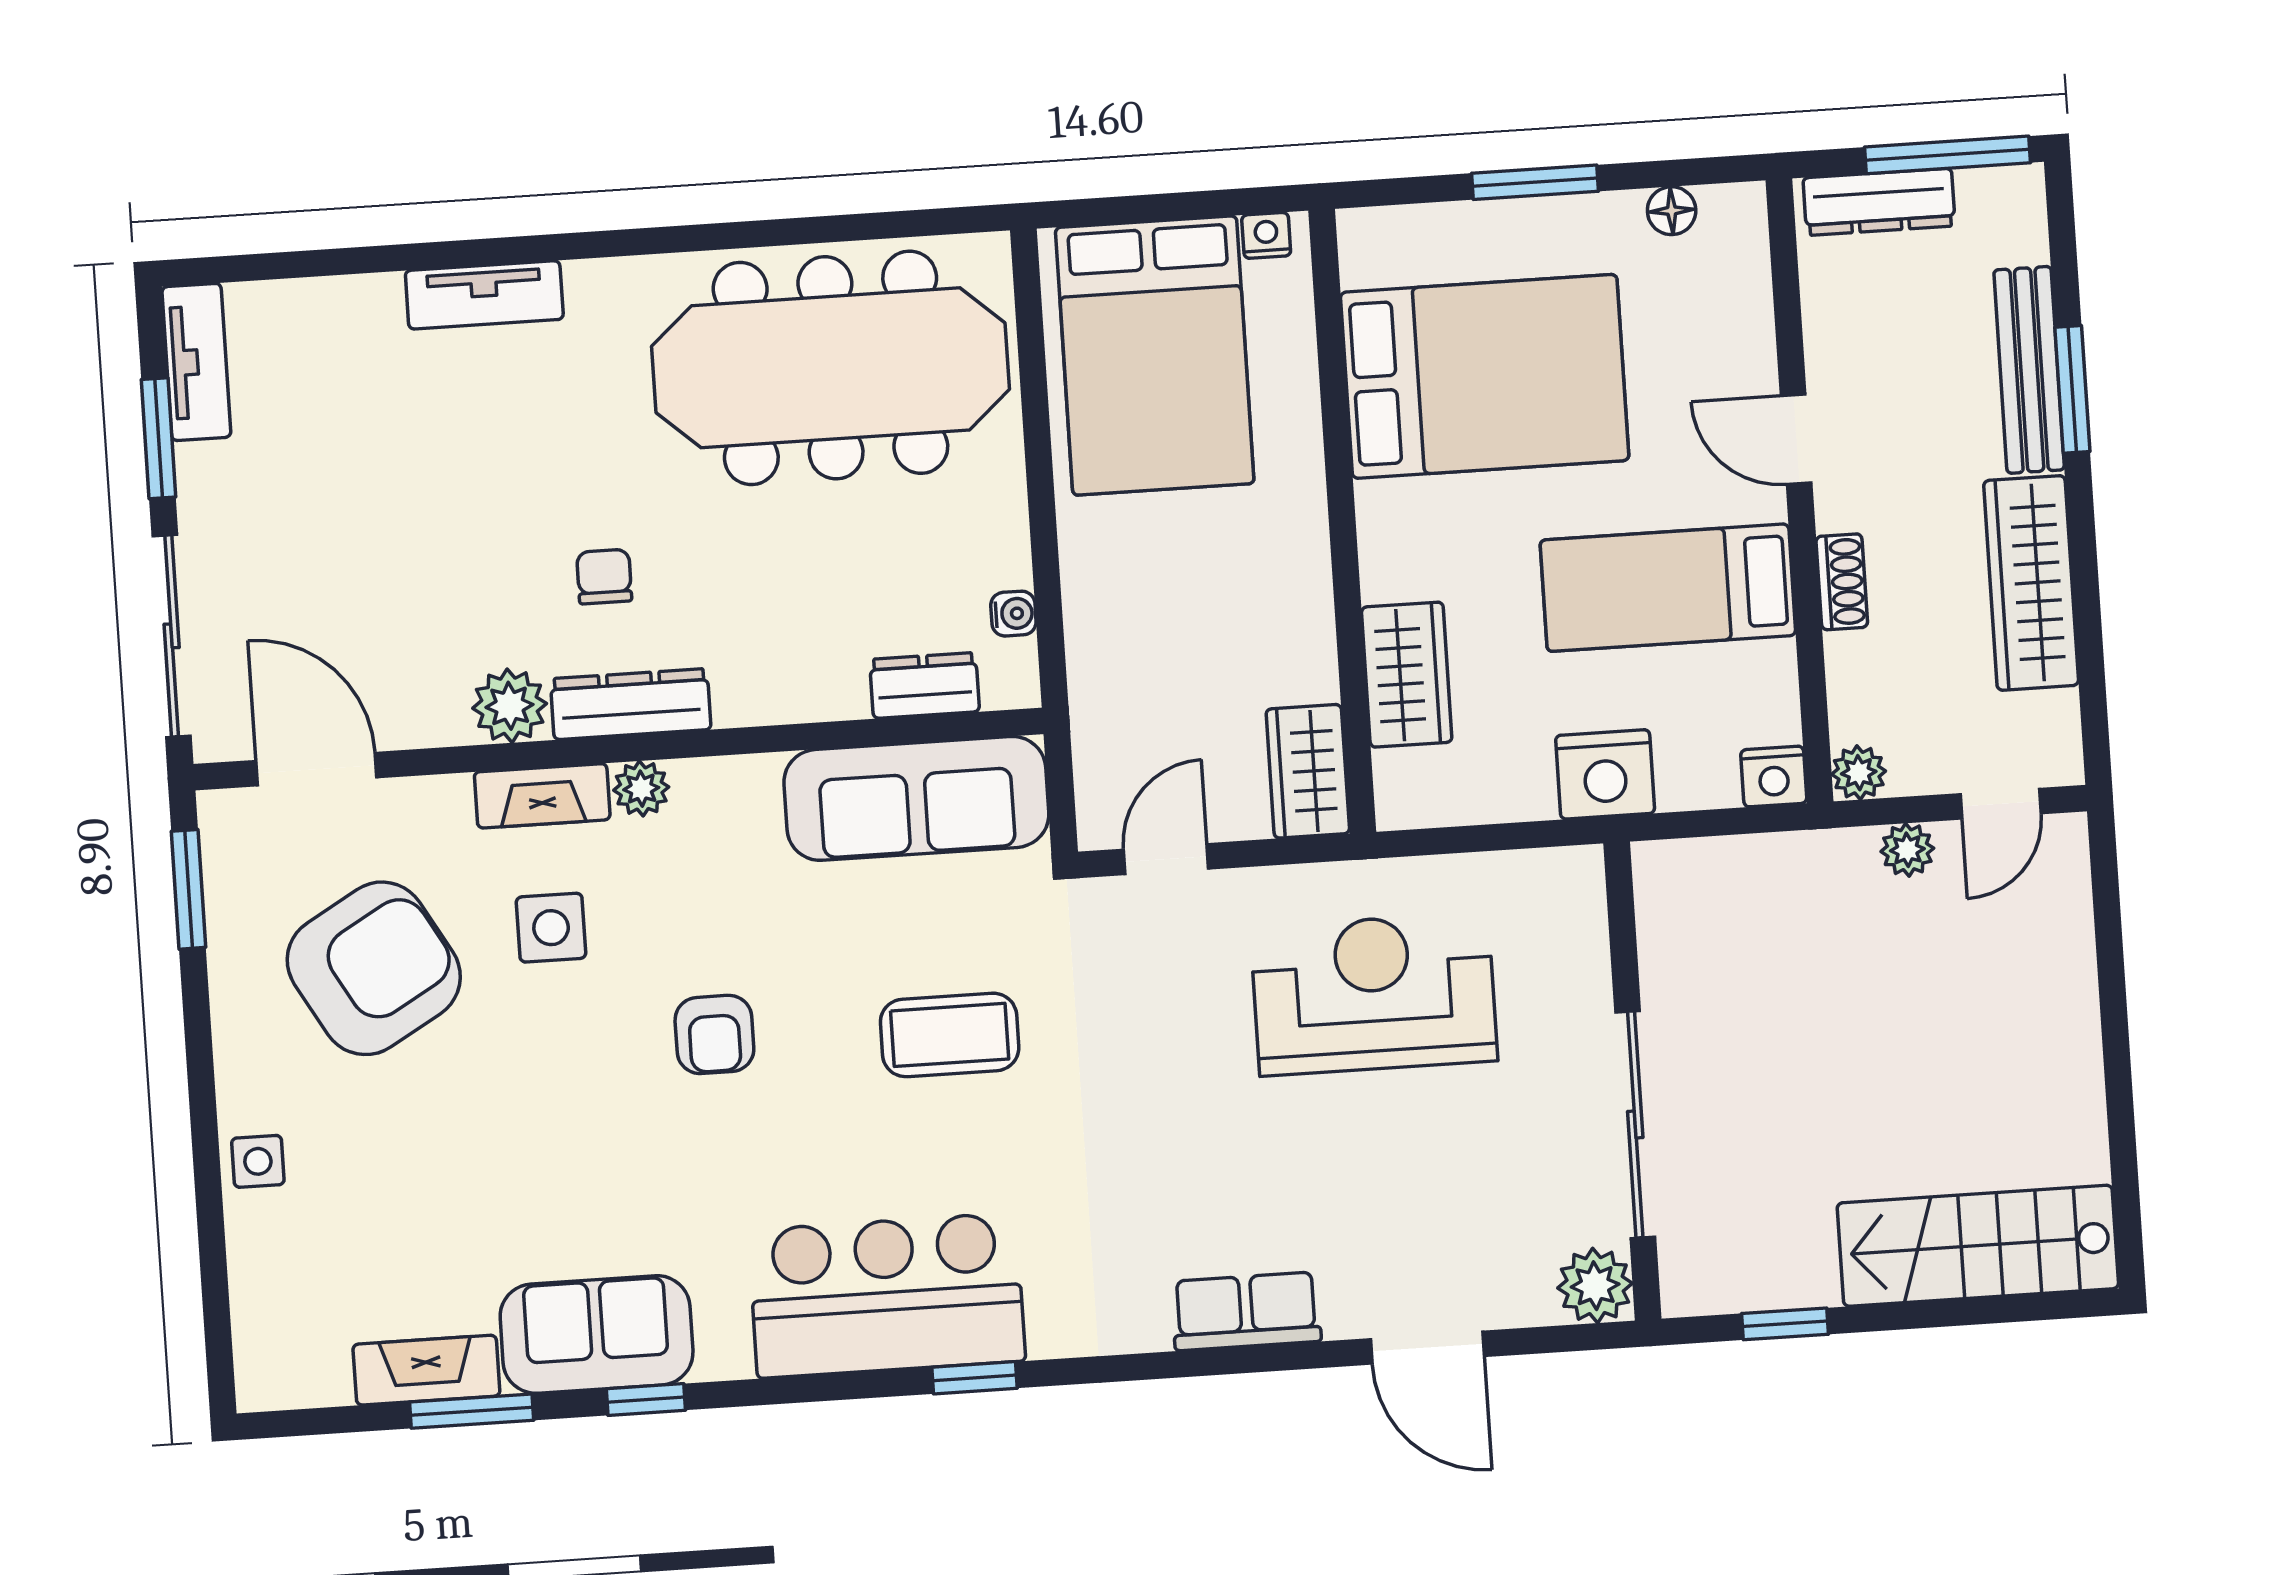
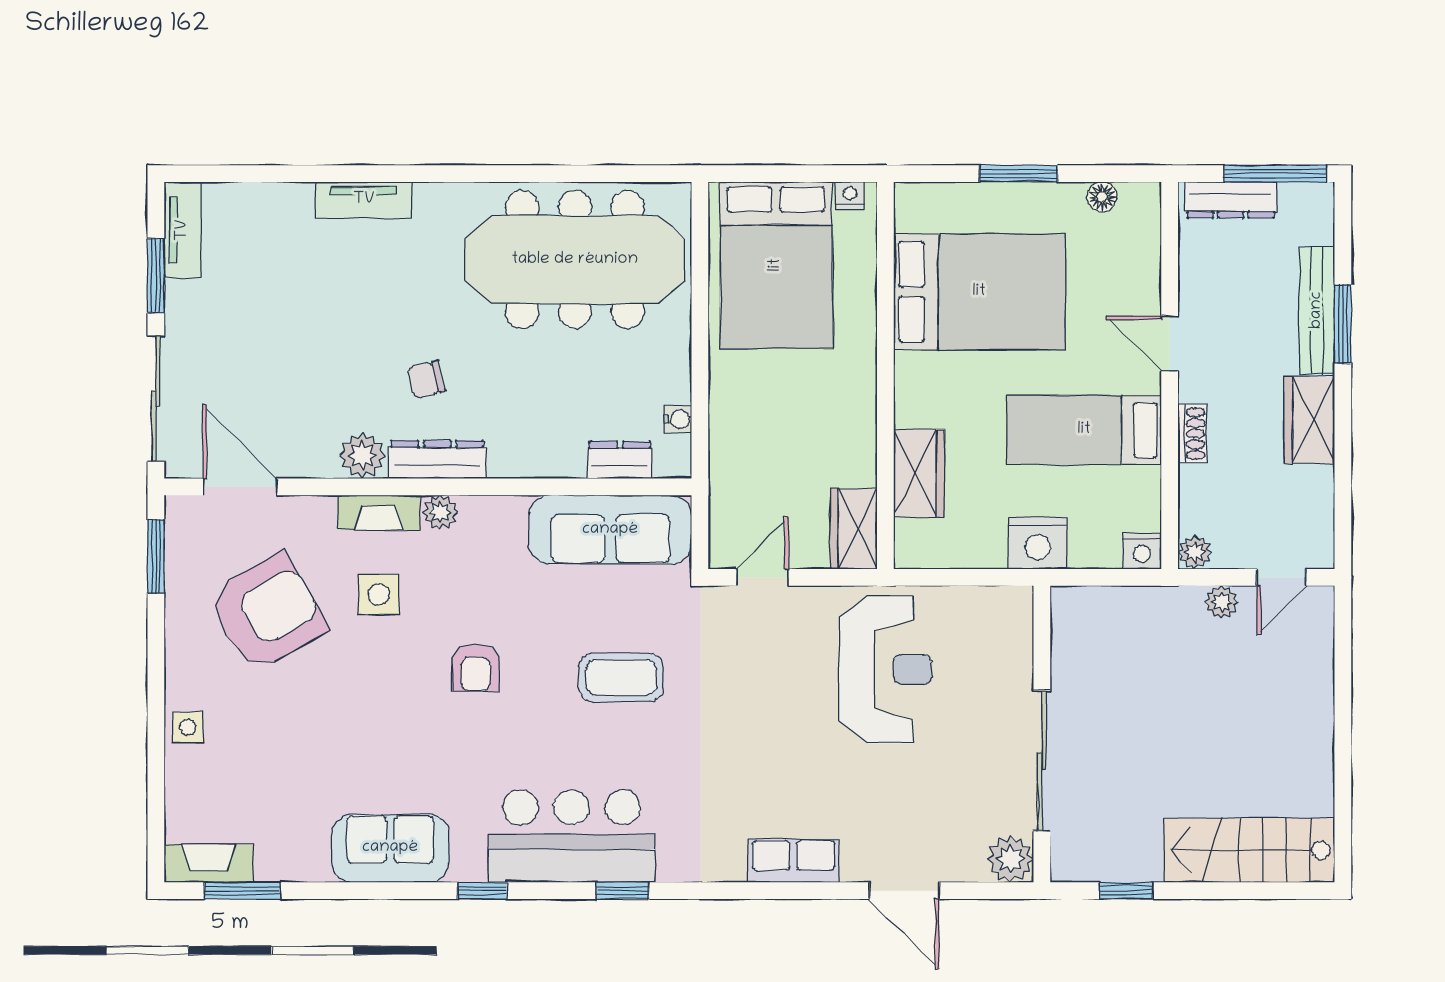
chair: (604, 577) -> (426, 379), turned -104
wardrobe: (2031, 583) -> (1309, 420), width x0.67
reception desk: (1374, 994) -> (886, 669), turned 90
fireplace: (426, 1370) -> (209, 863), moved
window: (646, 1400) -> (482, 891), moved
window: (472, 1411) -> (242, 891), moved

